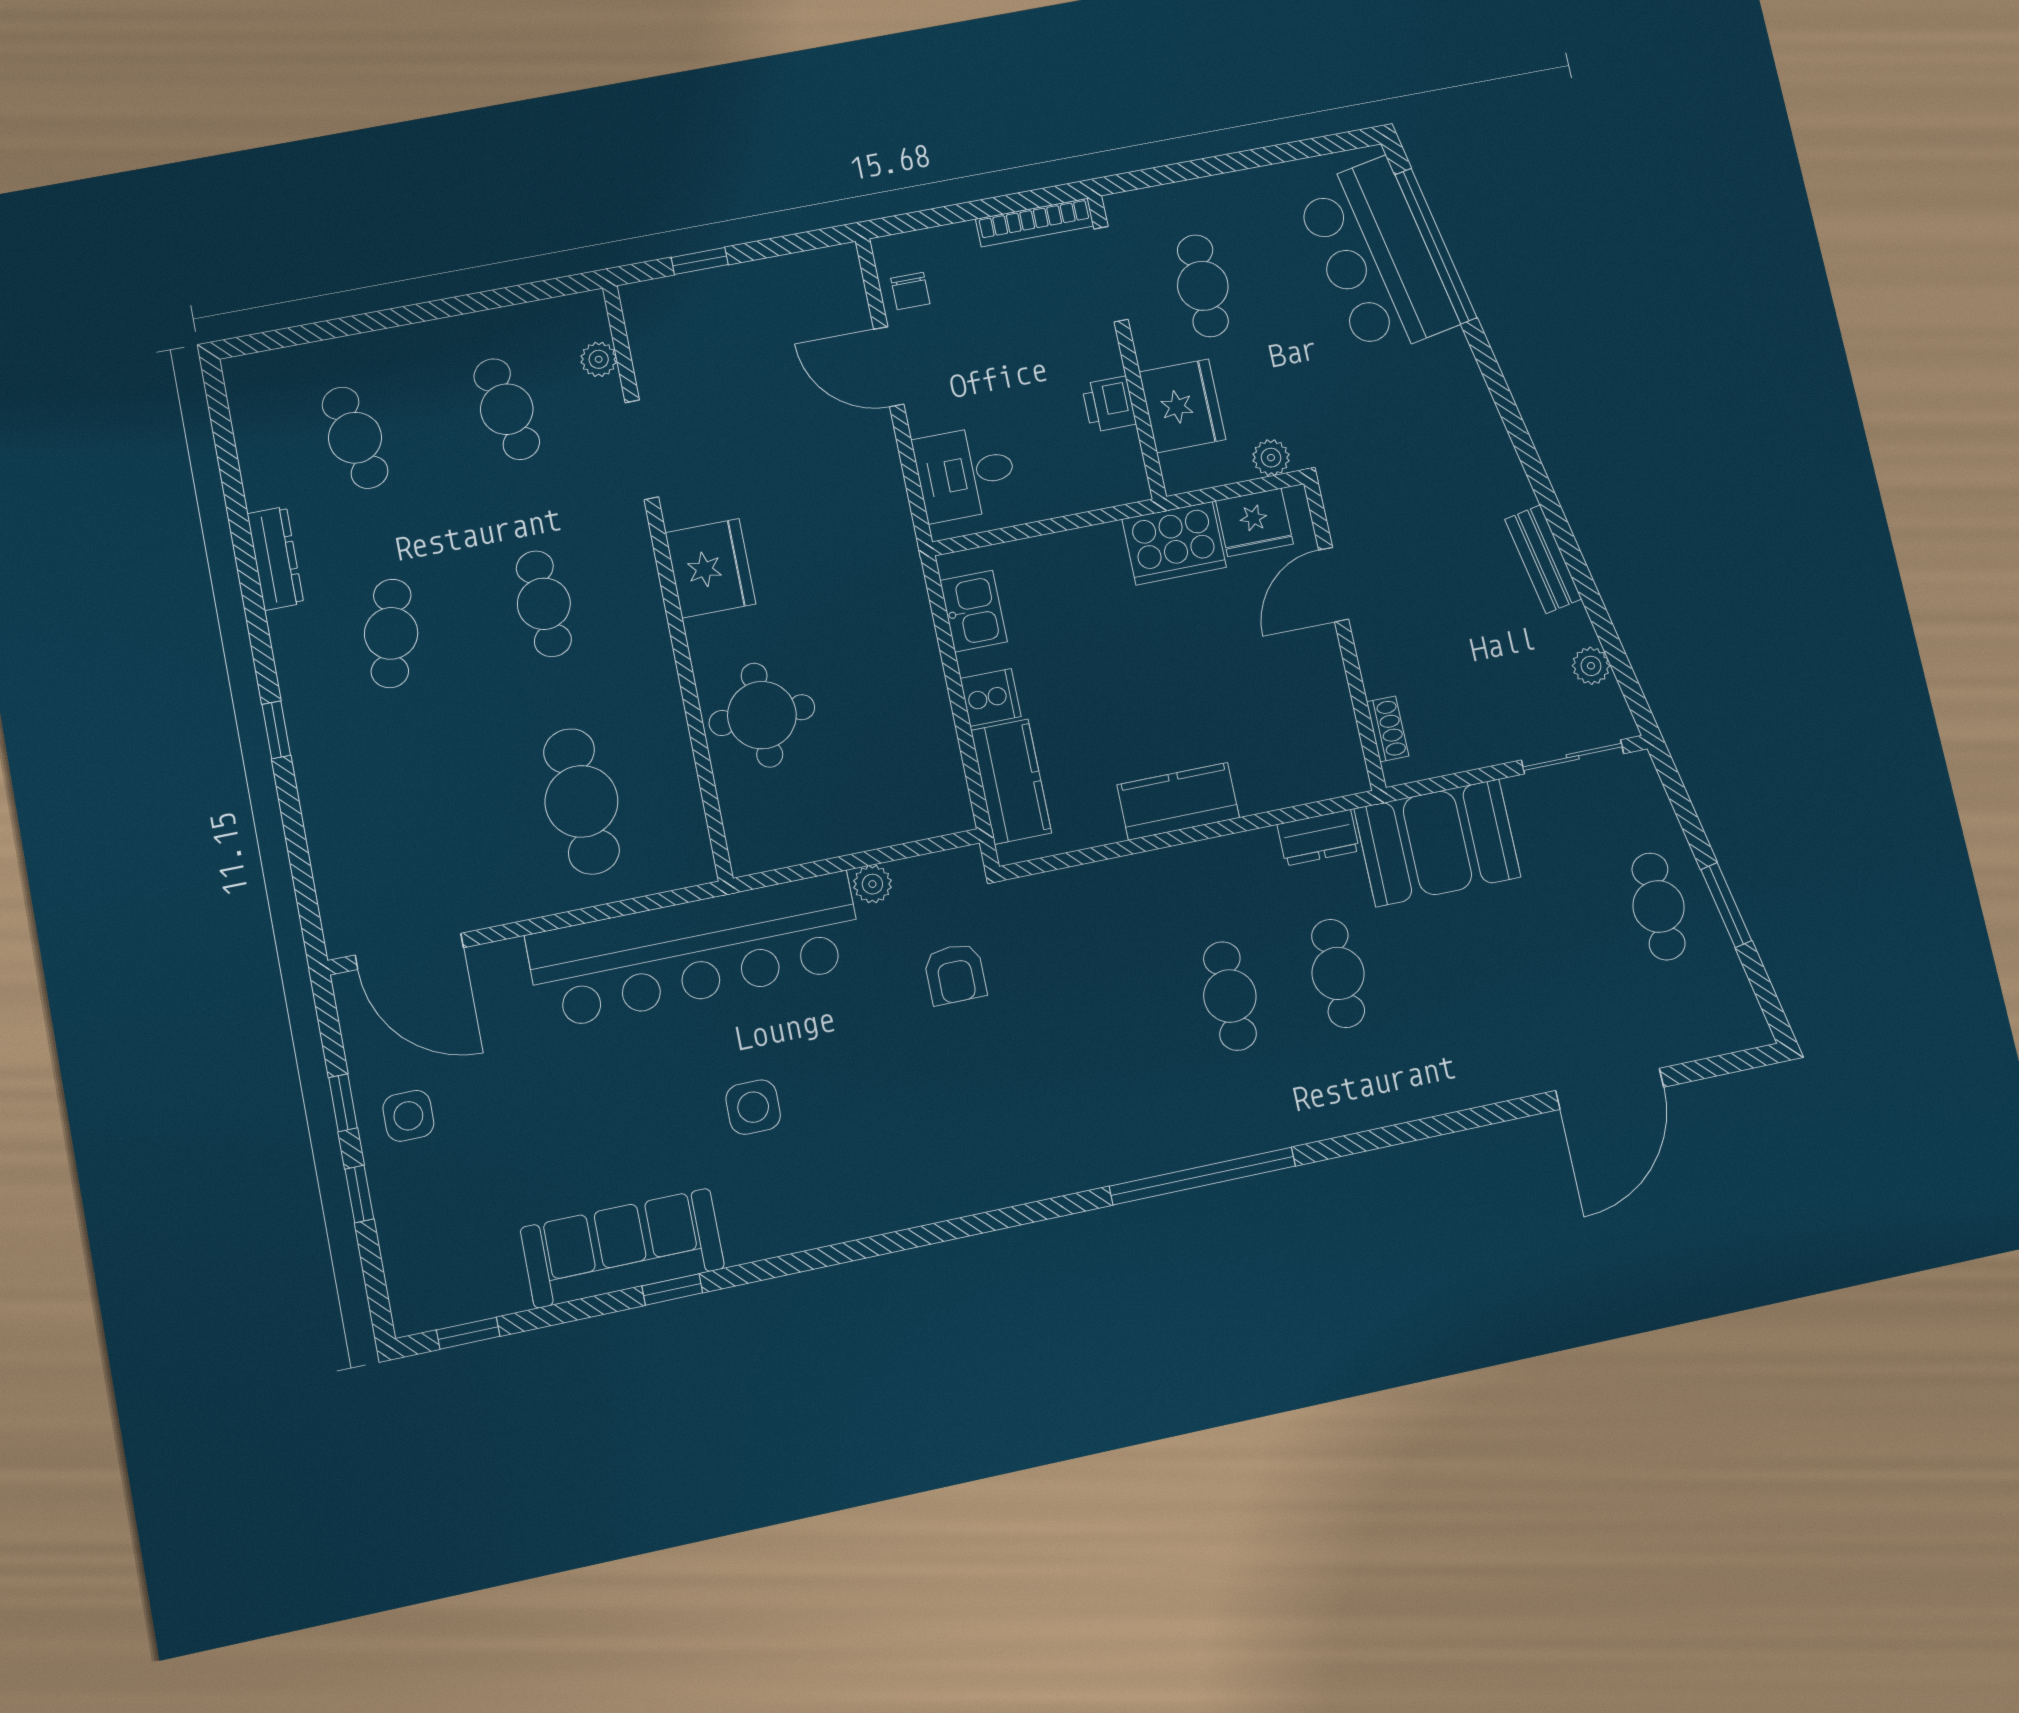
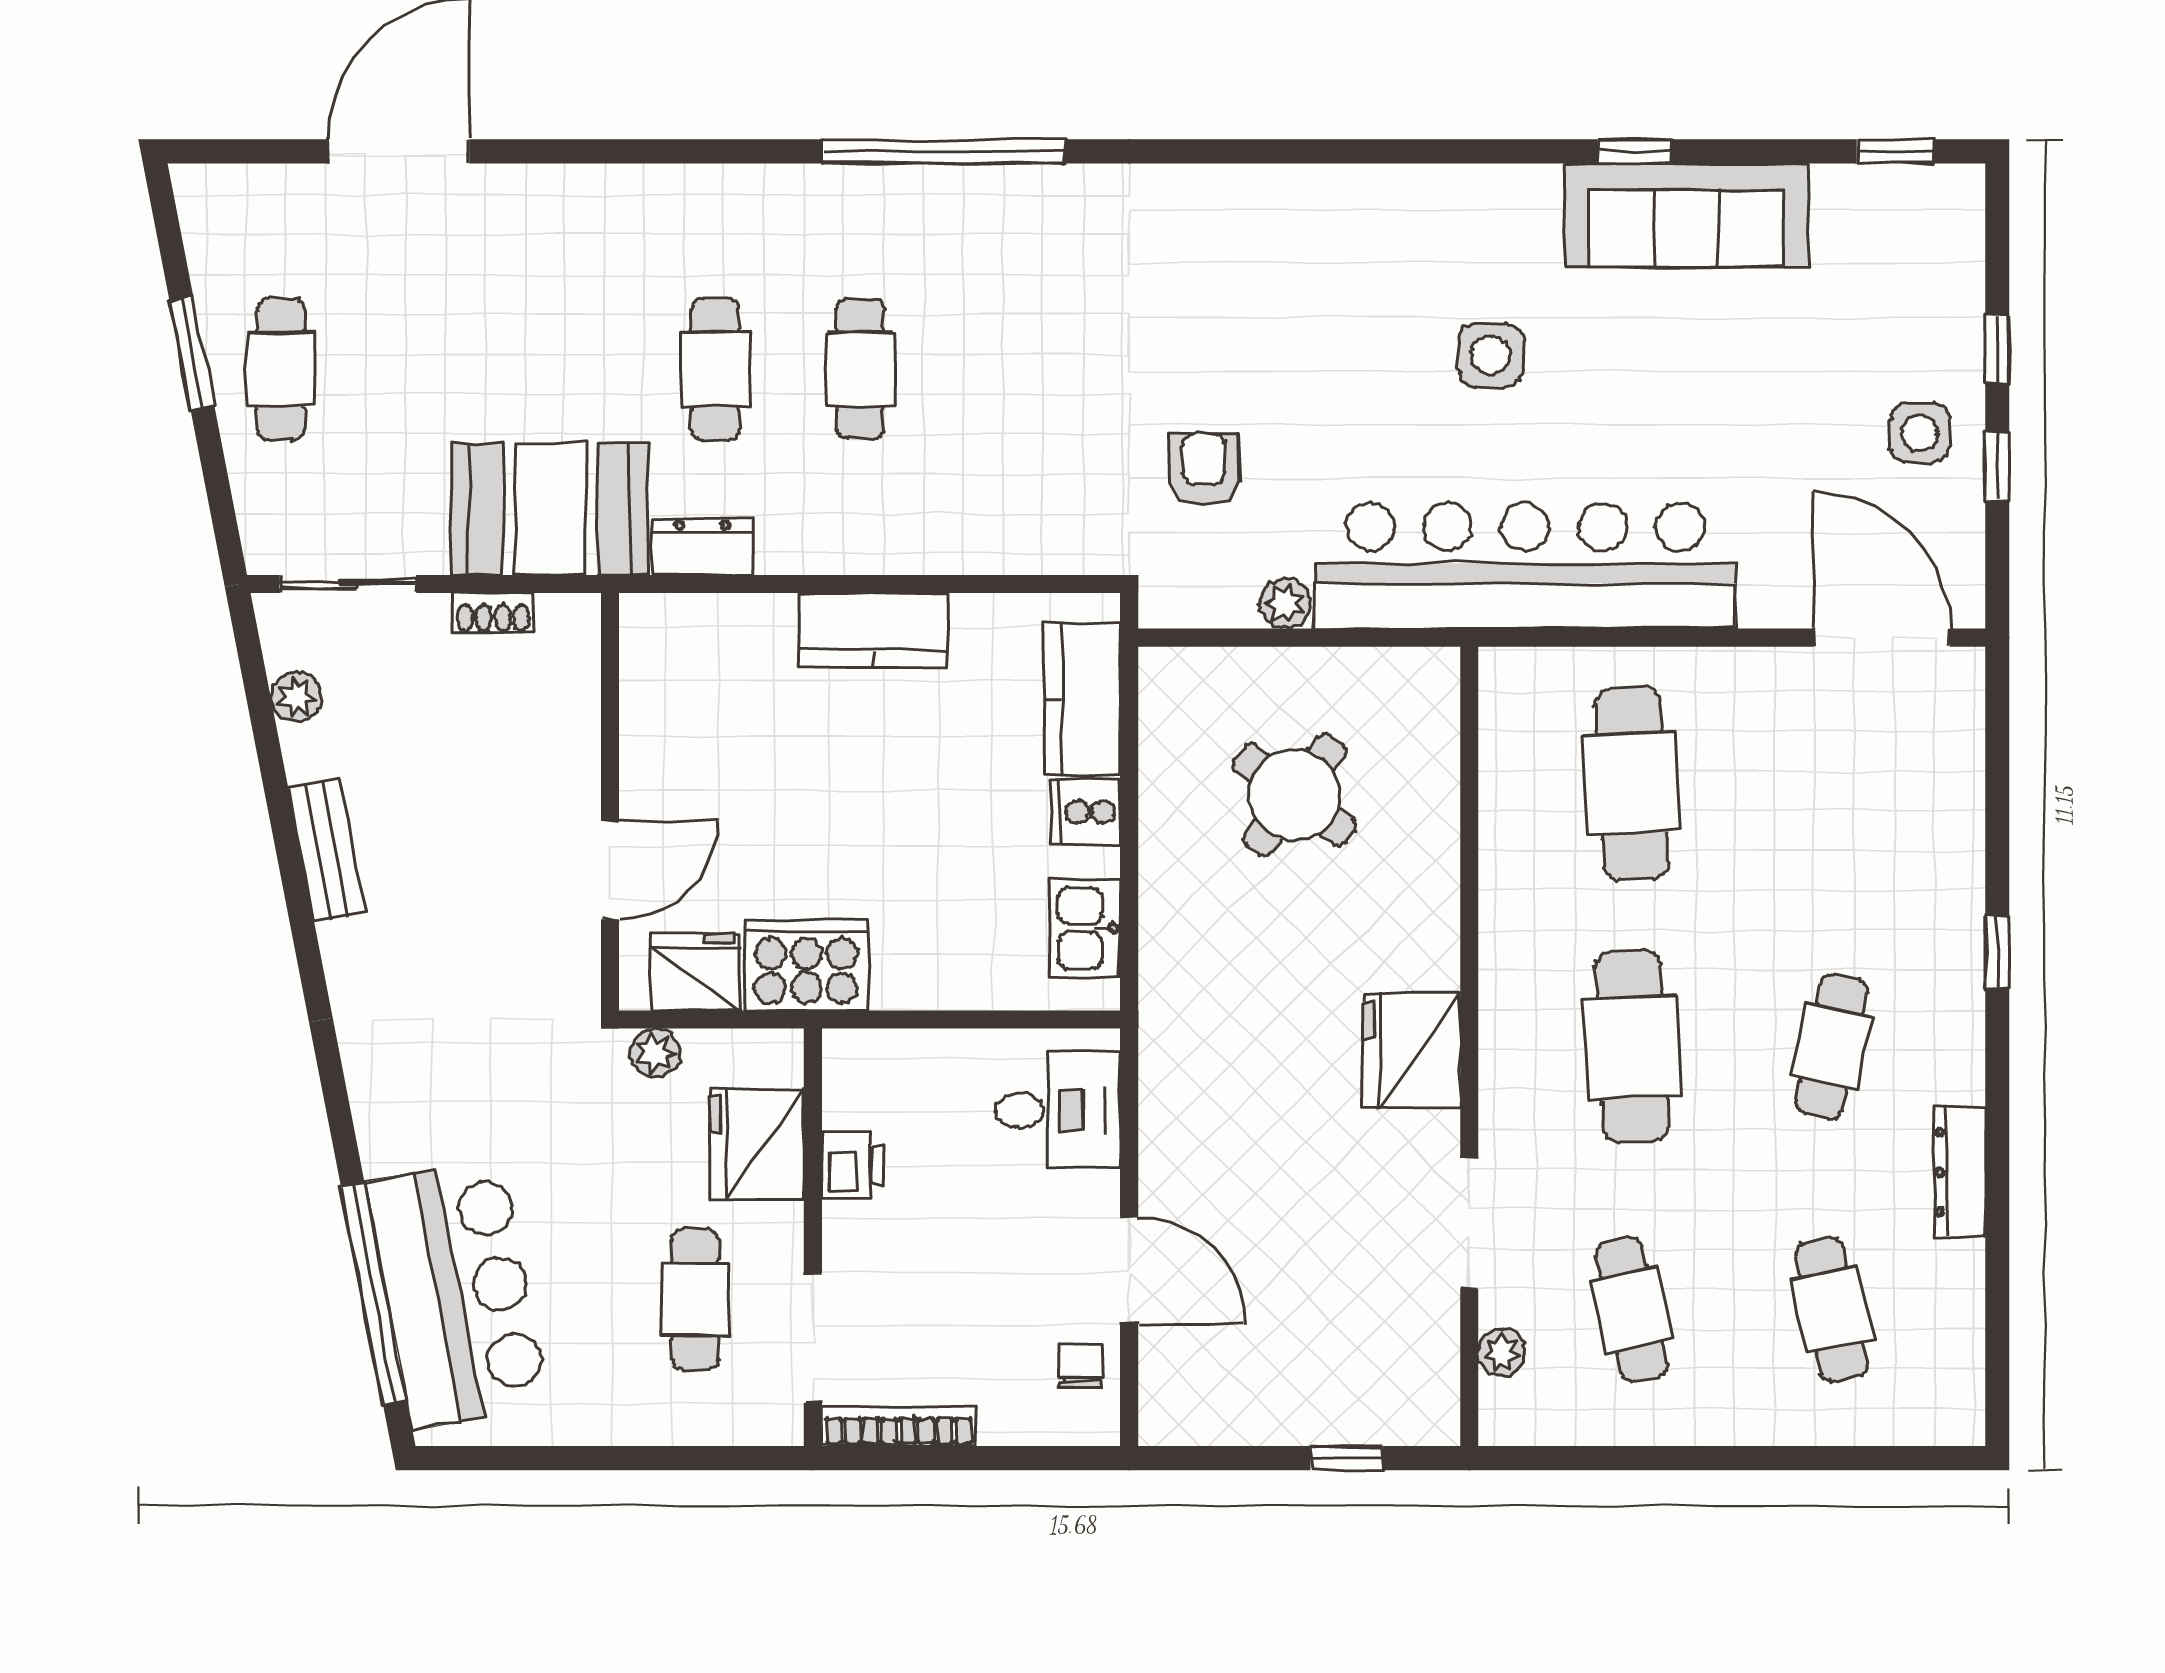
cafe table: (544, 604) -> (1632, 1046), width x1.37, depth x1.35
round table: (762, 715) -> (1295, 795), moved, turned 37
shoe rack: (1388, 729) -> (493, 613), moved, turned -90

